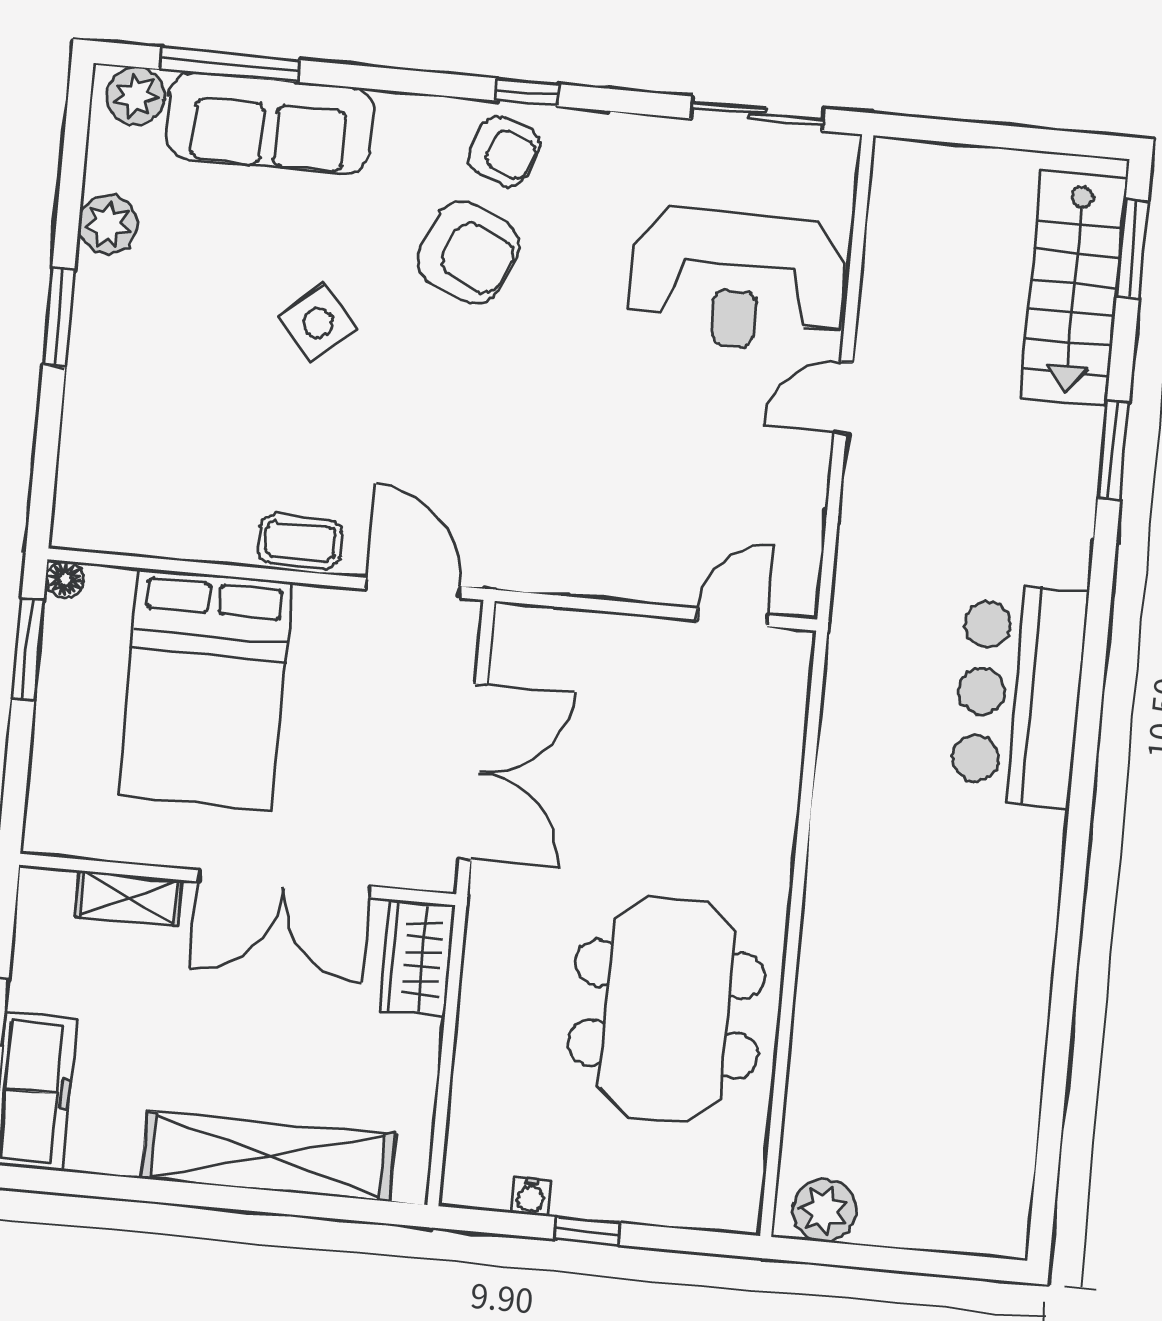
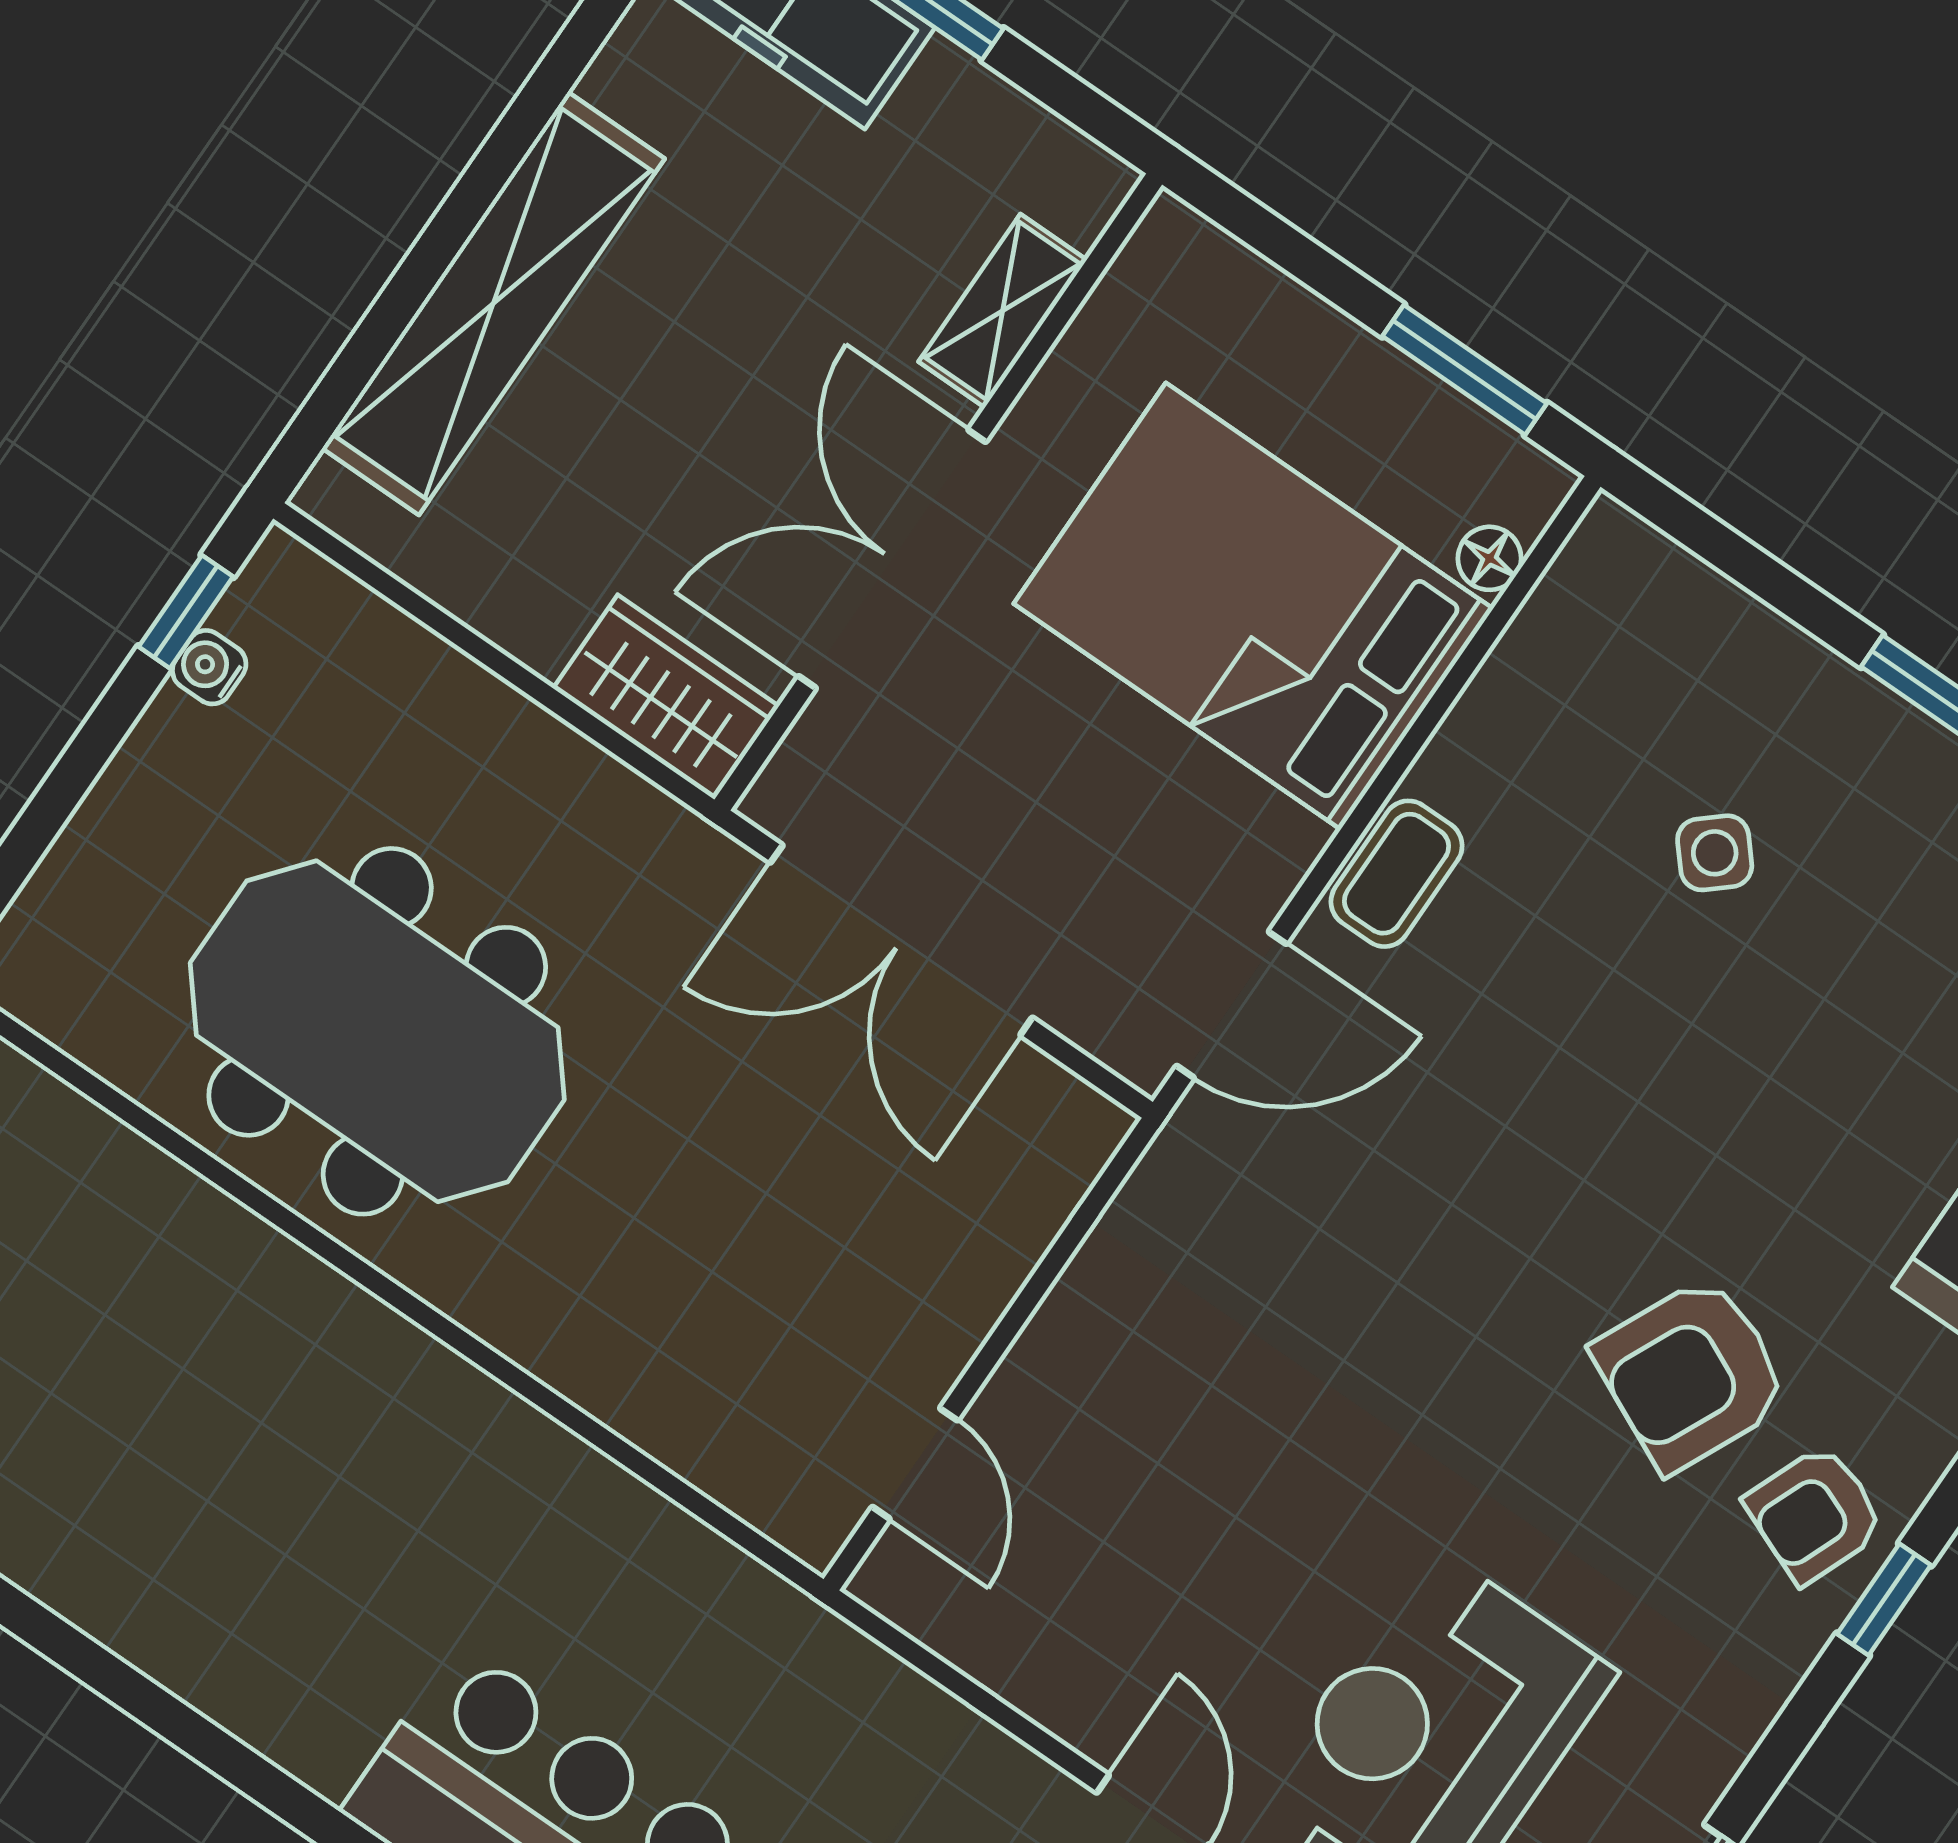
side table: (318, 323) -> (1715, 853), moved, width x0.73, depth x0.73
floor lamp: (65, 579) -> (1490, 558), moved
window: (587, 1231) -> (186, 612), moved

